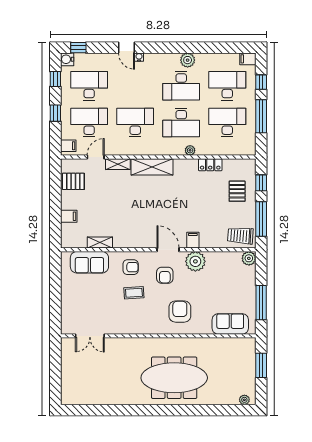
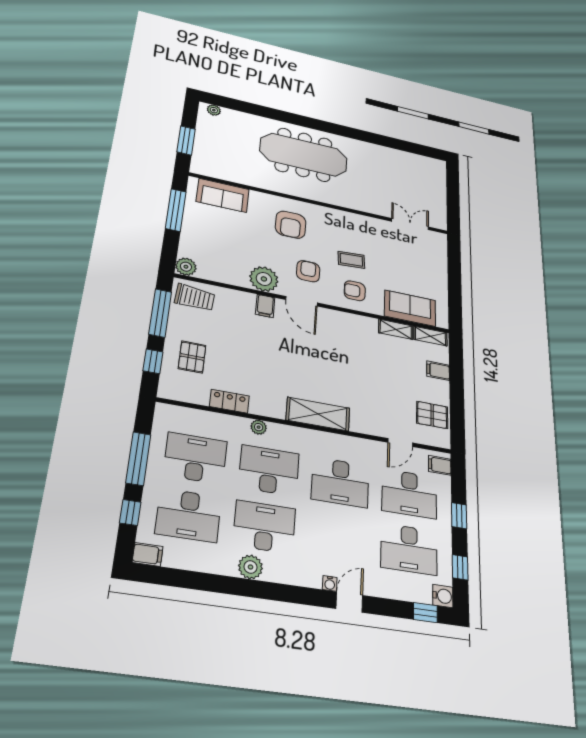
door: (126, 48) -> (349, 602), hinge flipped
desk: (227, 122) -> (195, 458), turned 180
shelving: (118, 164) -> (431, 336), moved

